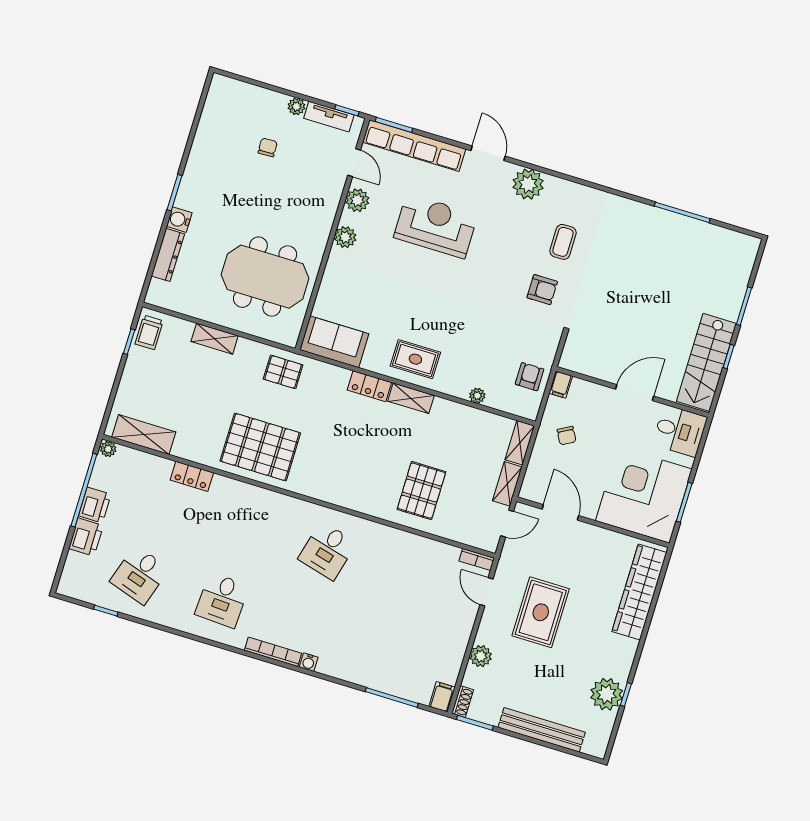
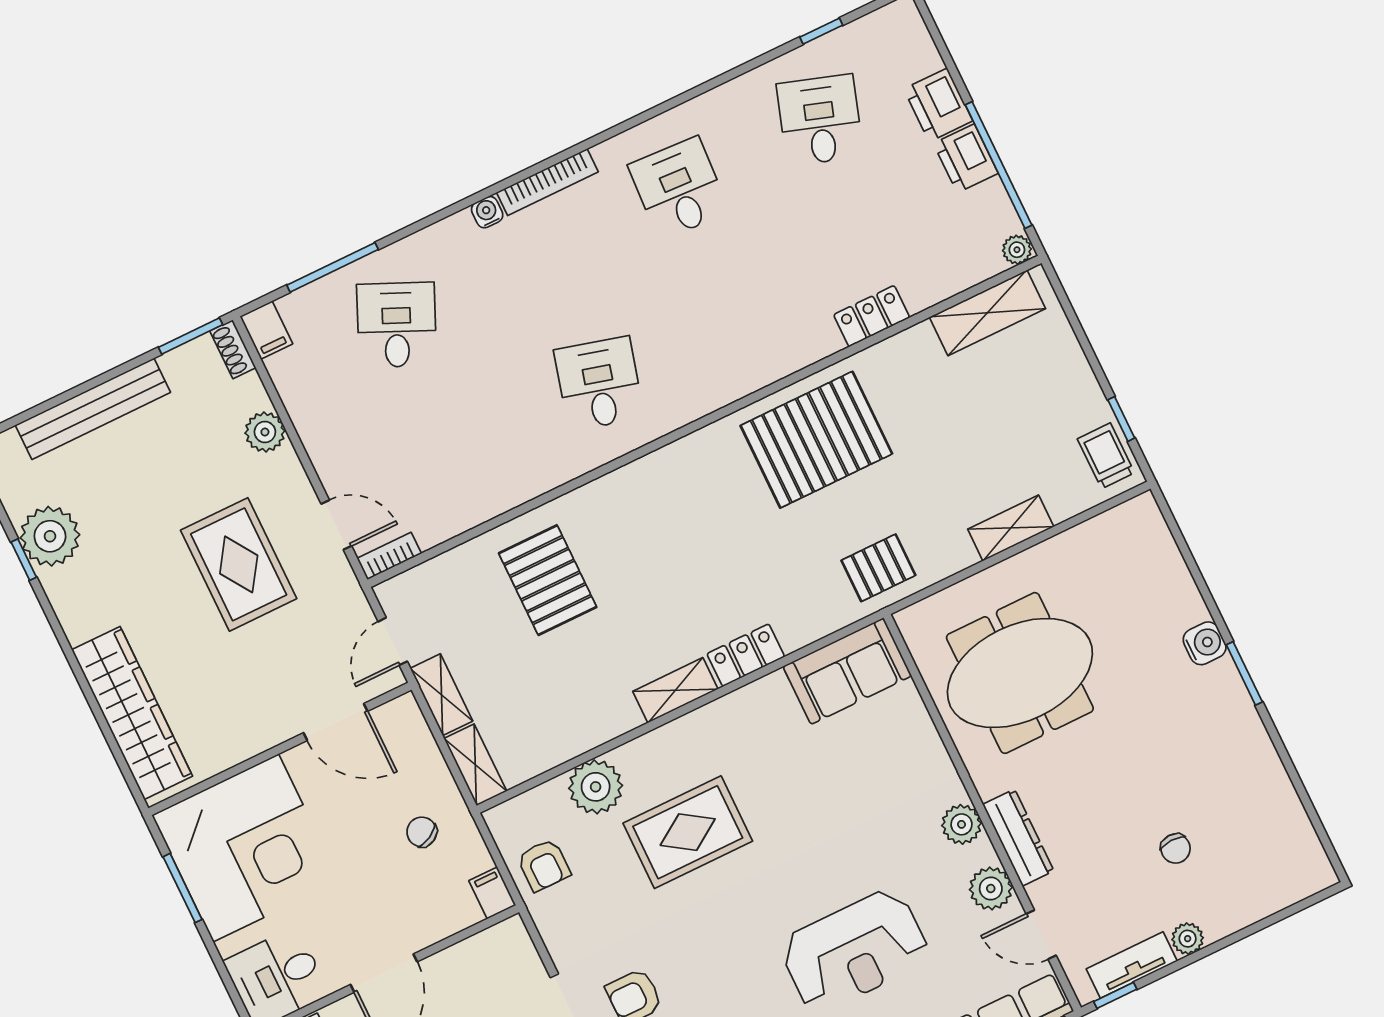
dresser: (168, 255) -> (1018, 838), moved, turned 180
rug: (415, 359) -> (688, 832), moved, width x1.36, depth x1.43
plant: (477, 396) -> (596, 787), width x1.87, depth x1.87
desk: (387, 650) -> (397, 325), added

